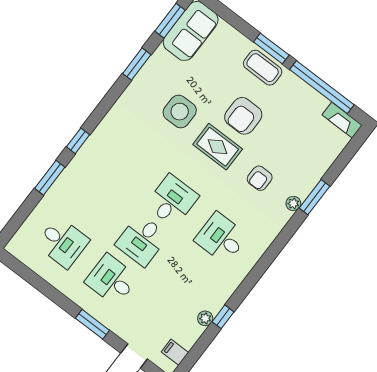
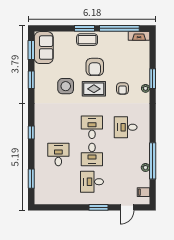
window: (50, 178) -> (31, 179), moved
desk: (63, 242) -> (58, 154), moved, turned -90
window: (223, 317) -> (153, 161), width x3.17

